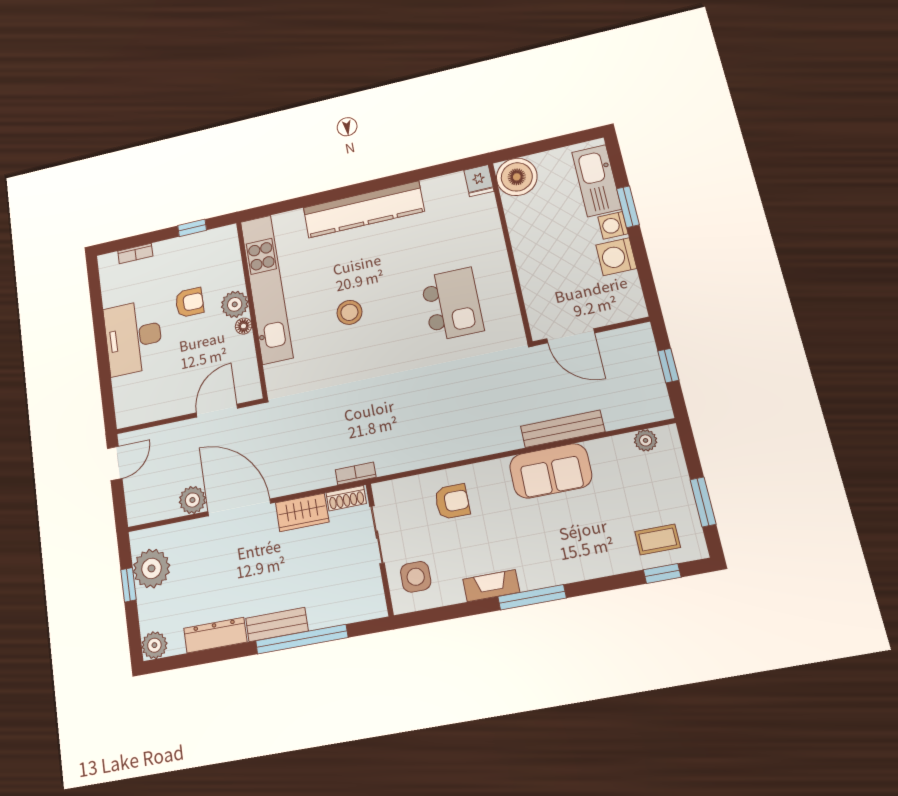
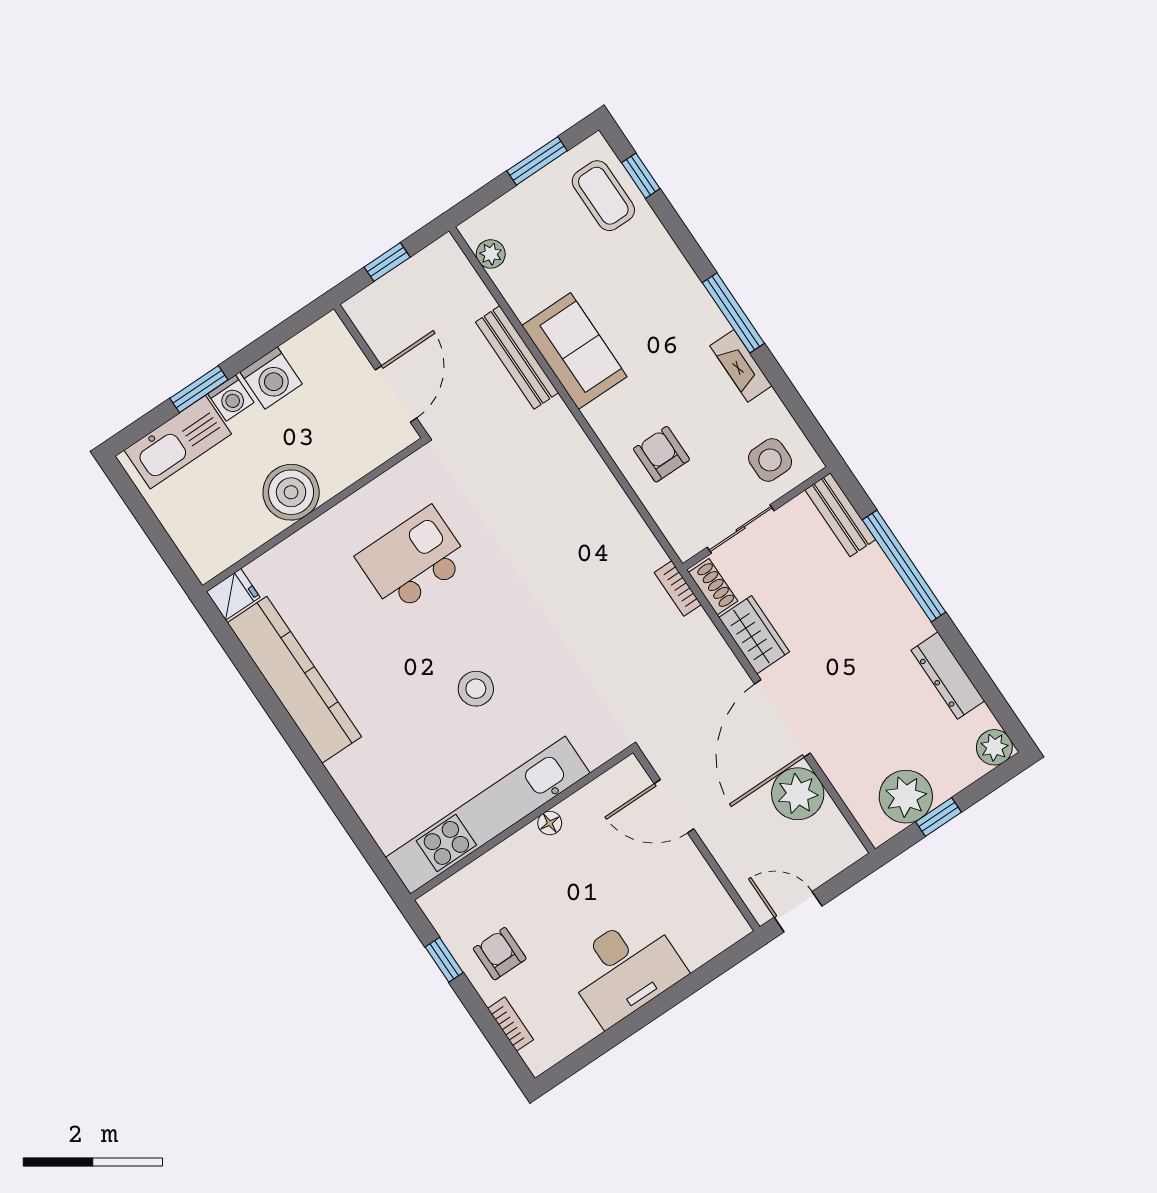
boiler: (517, 177) -> (291, 492), moved
kitchen counter: (364, 209) -> (294, 680), moved
armchair: (190, 303) -> (500, 954), moved
plant: (235, 304) -> (526, 849), removed
plant: (192, 500) -> (798, 794), width x1.36, depth x1.36
coffee table: (658, 539) -> (603, 196), width x1.36, depth x1.30
bench: (277, 624) -> (840, 515), moved

